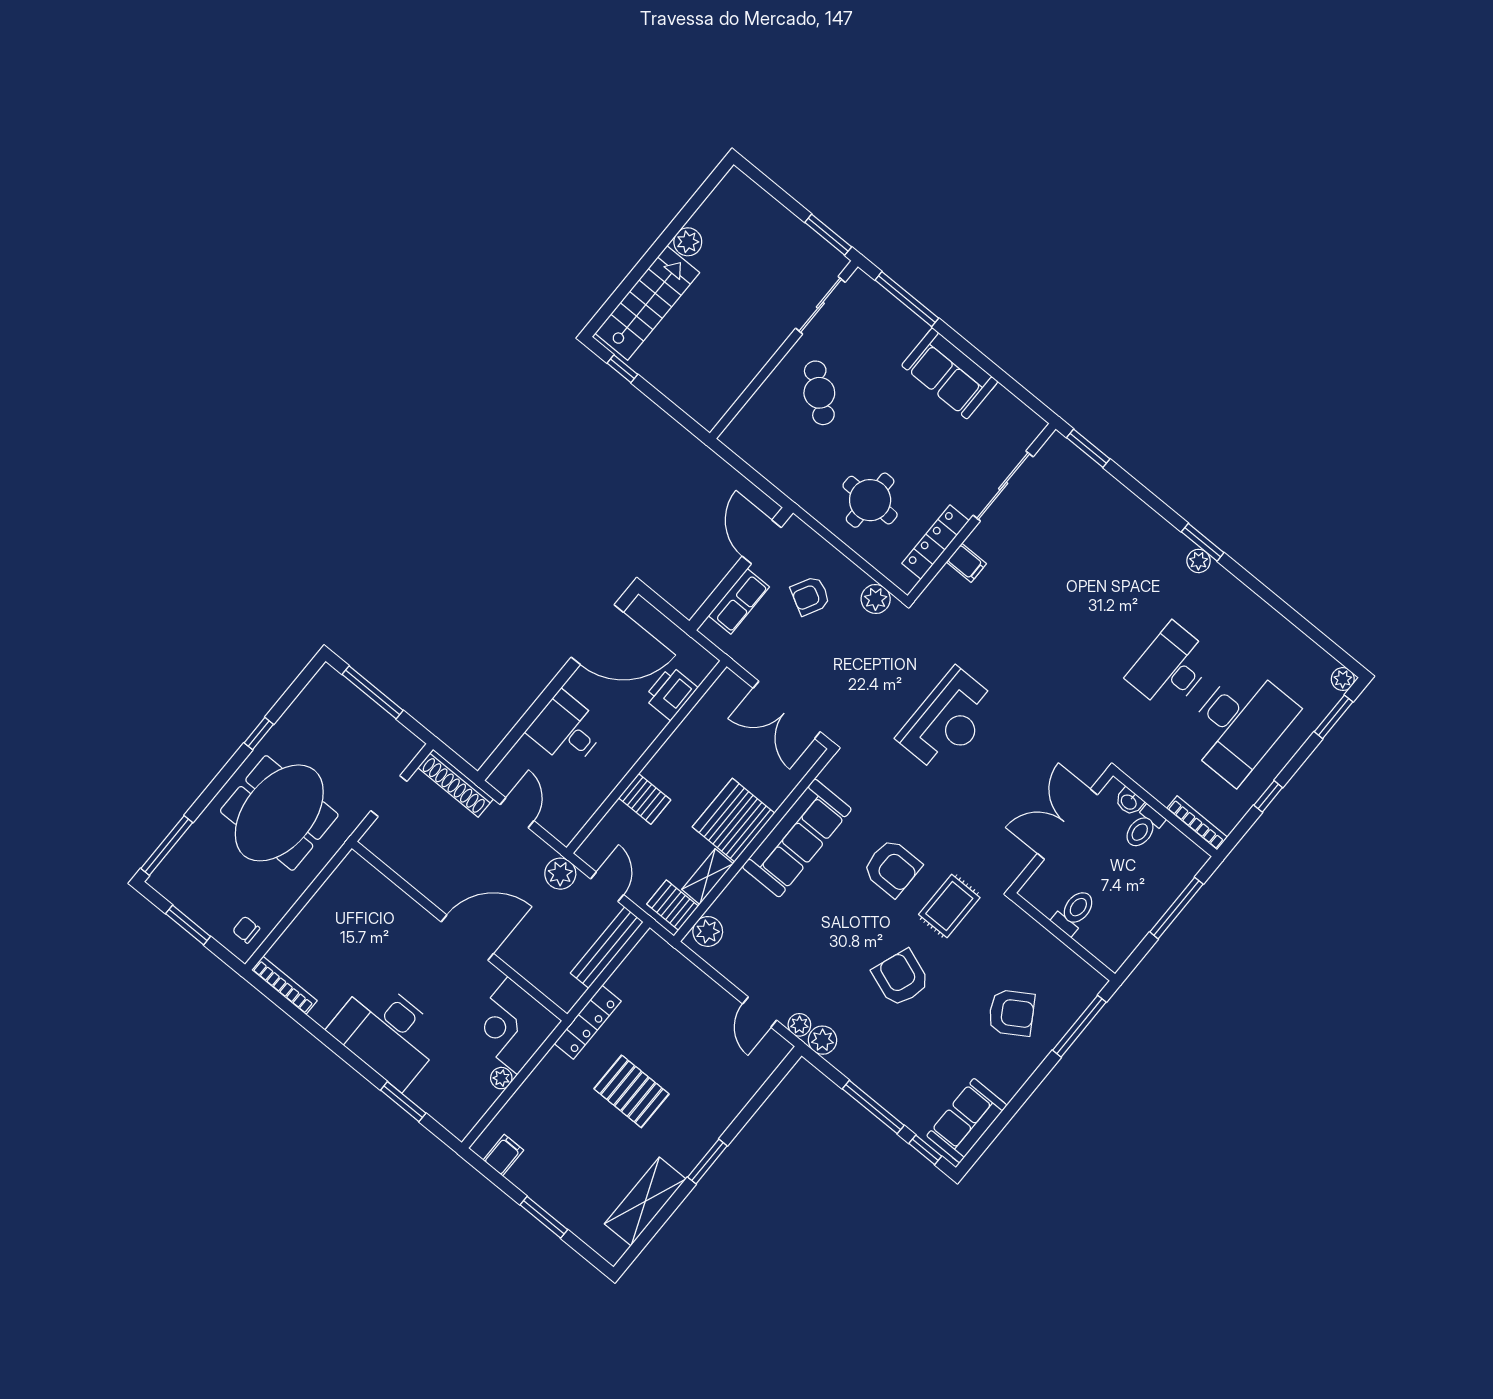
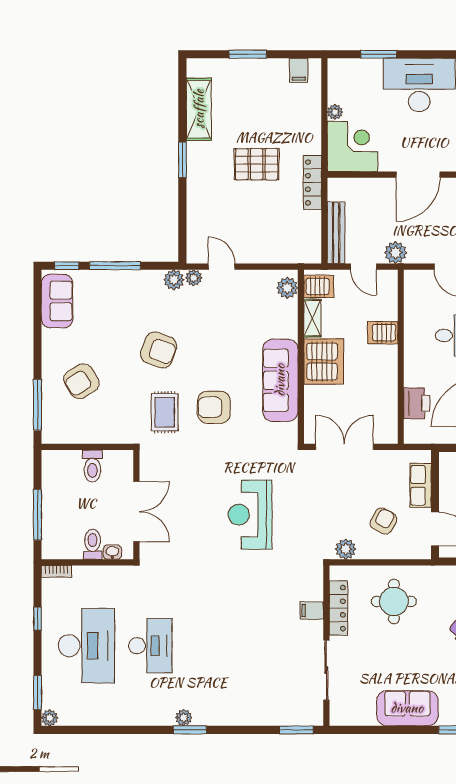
desk: (1240, 724) -> (86, 646), turned 180
bookcase: (1197, 823) -> (56, 571), width x0.64

